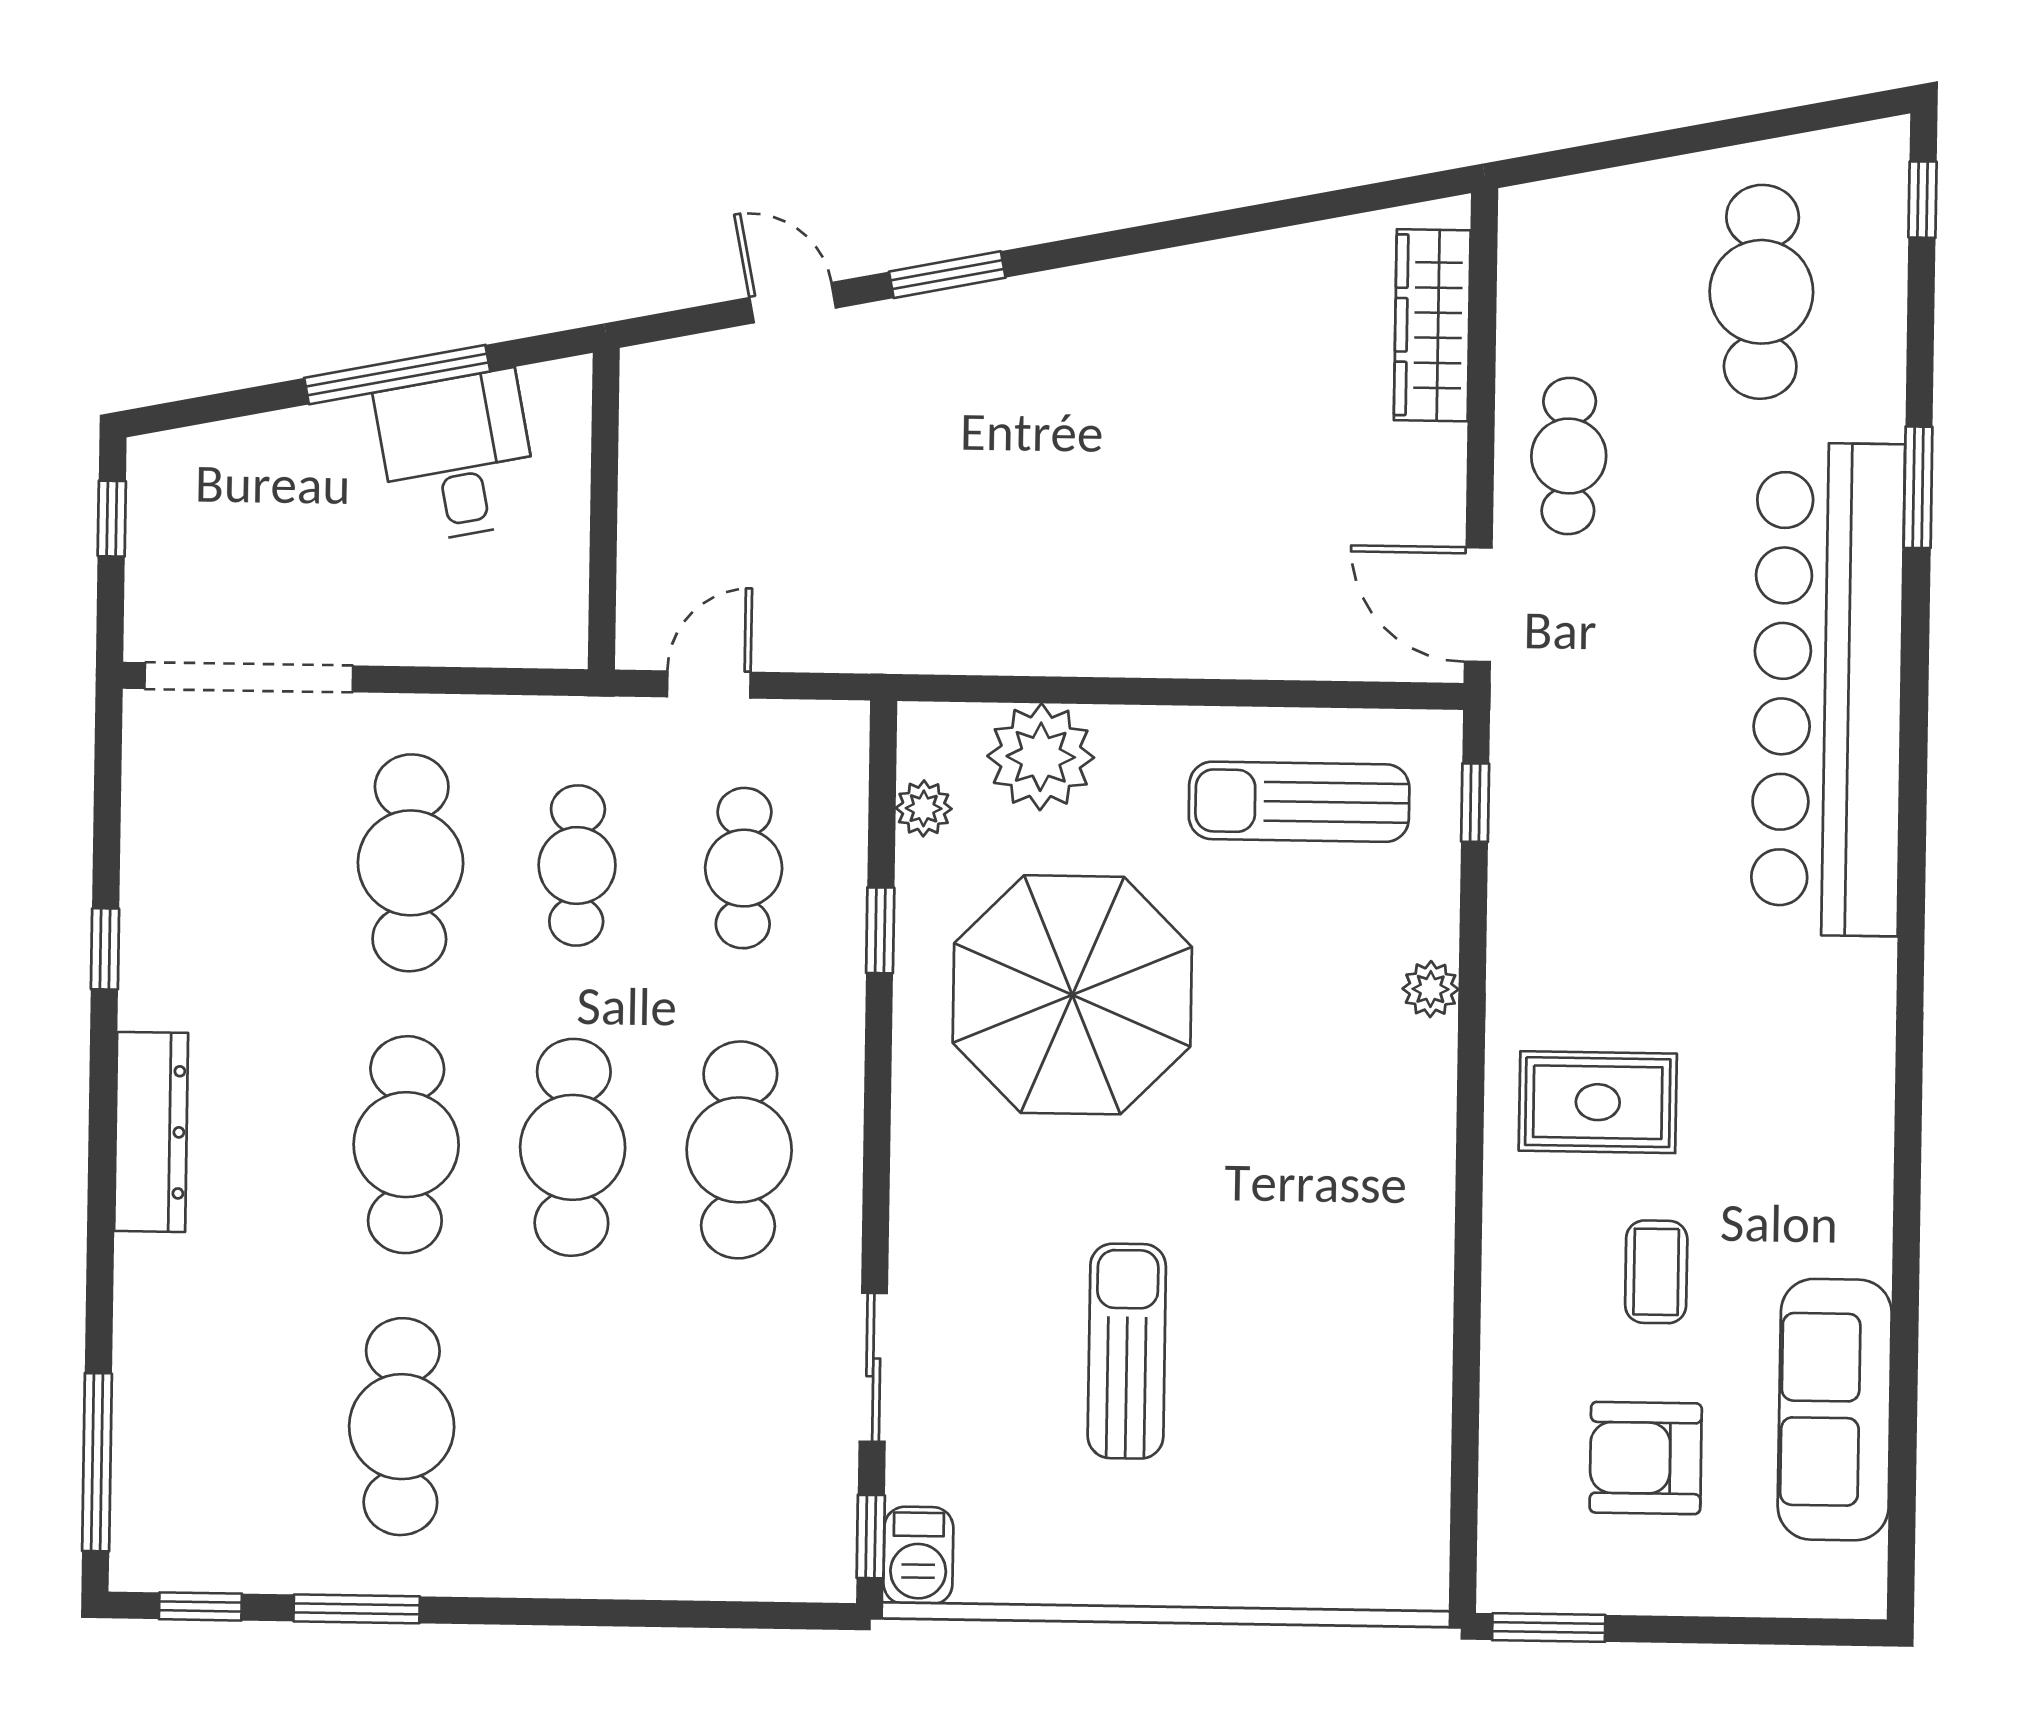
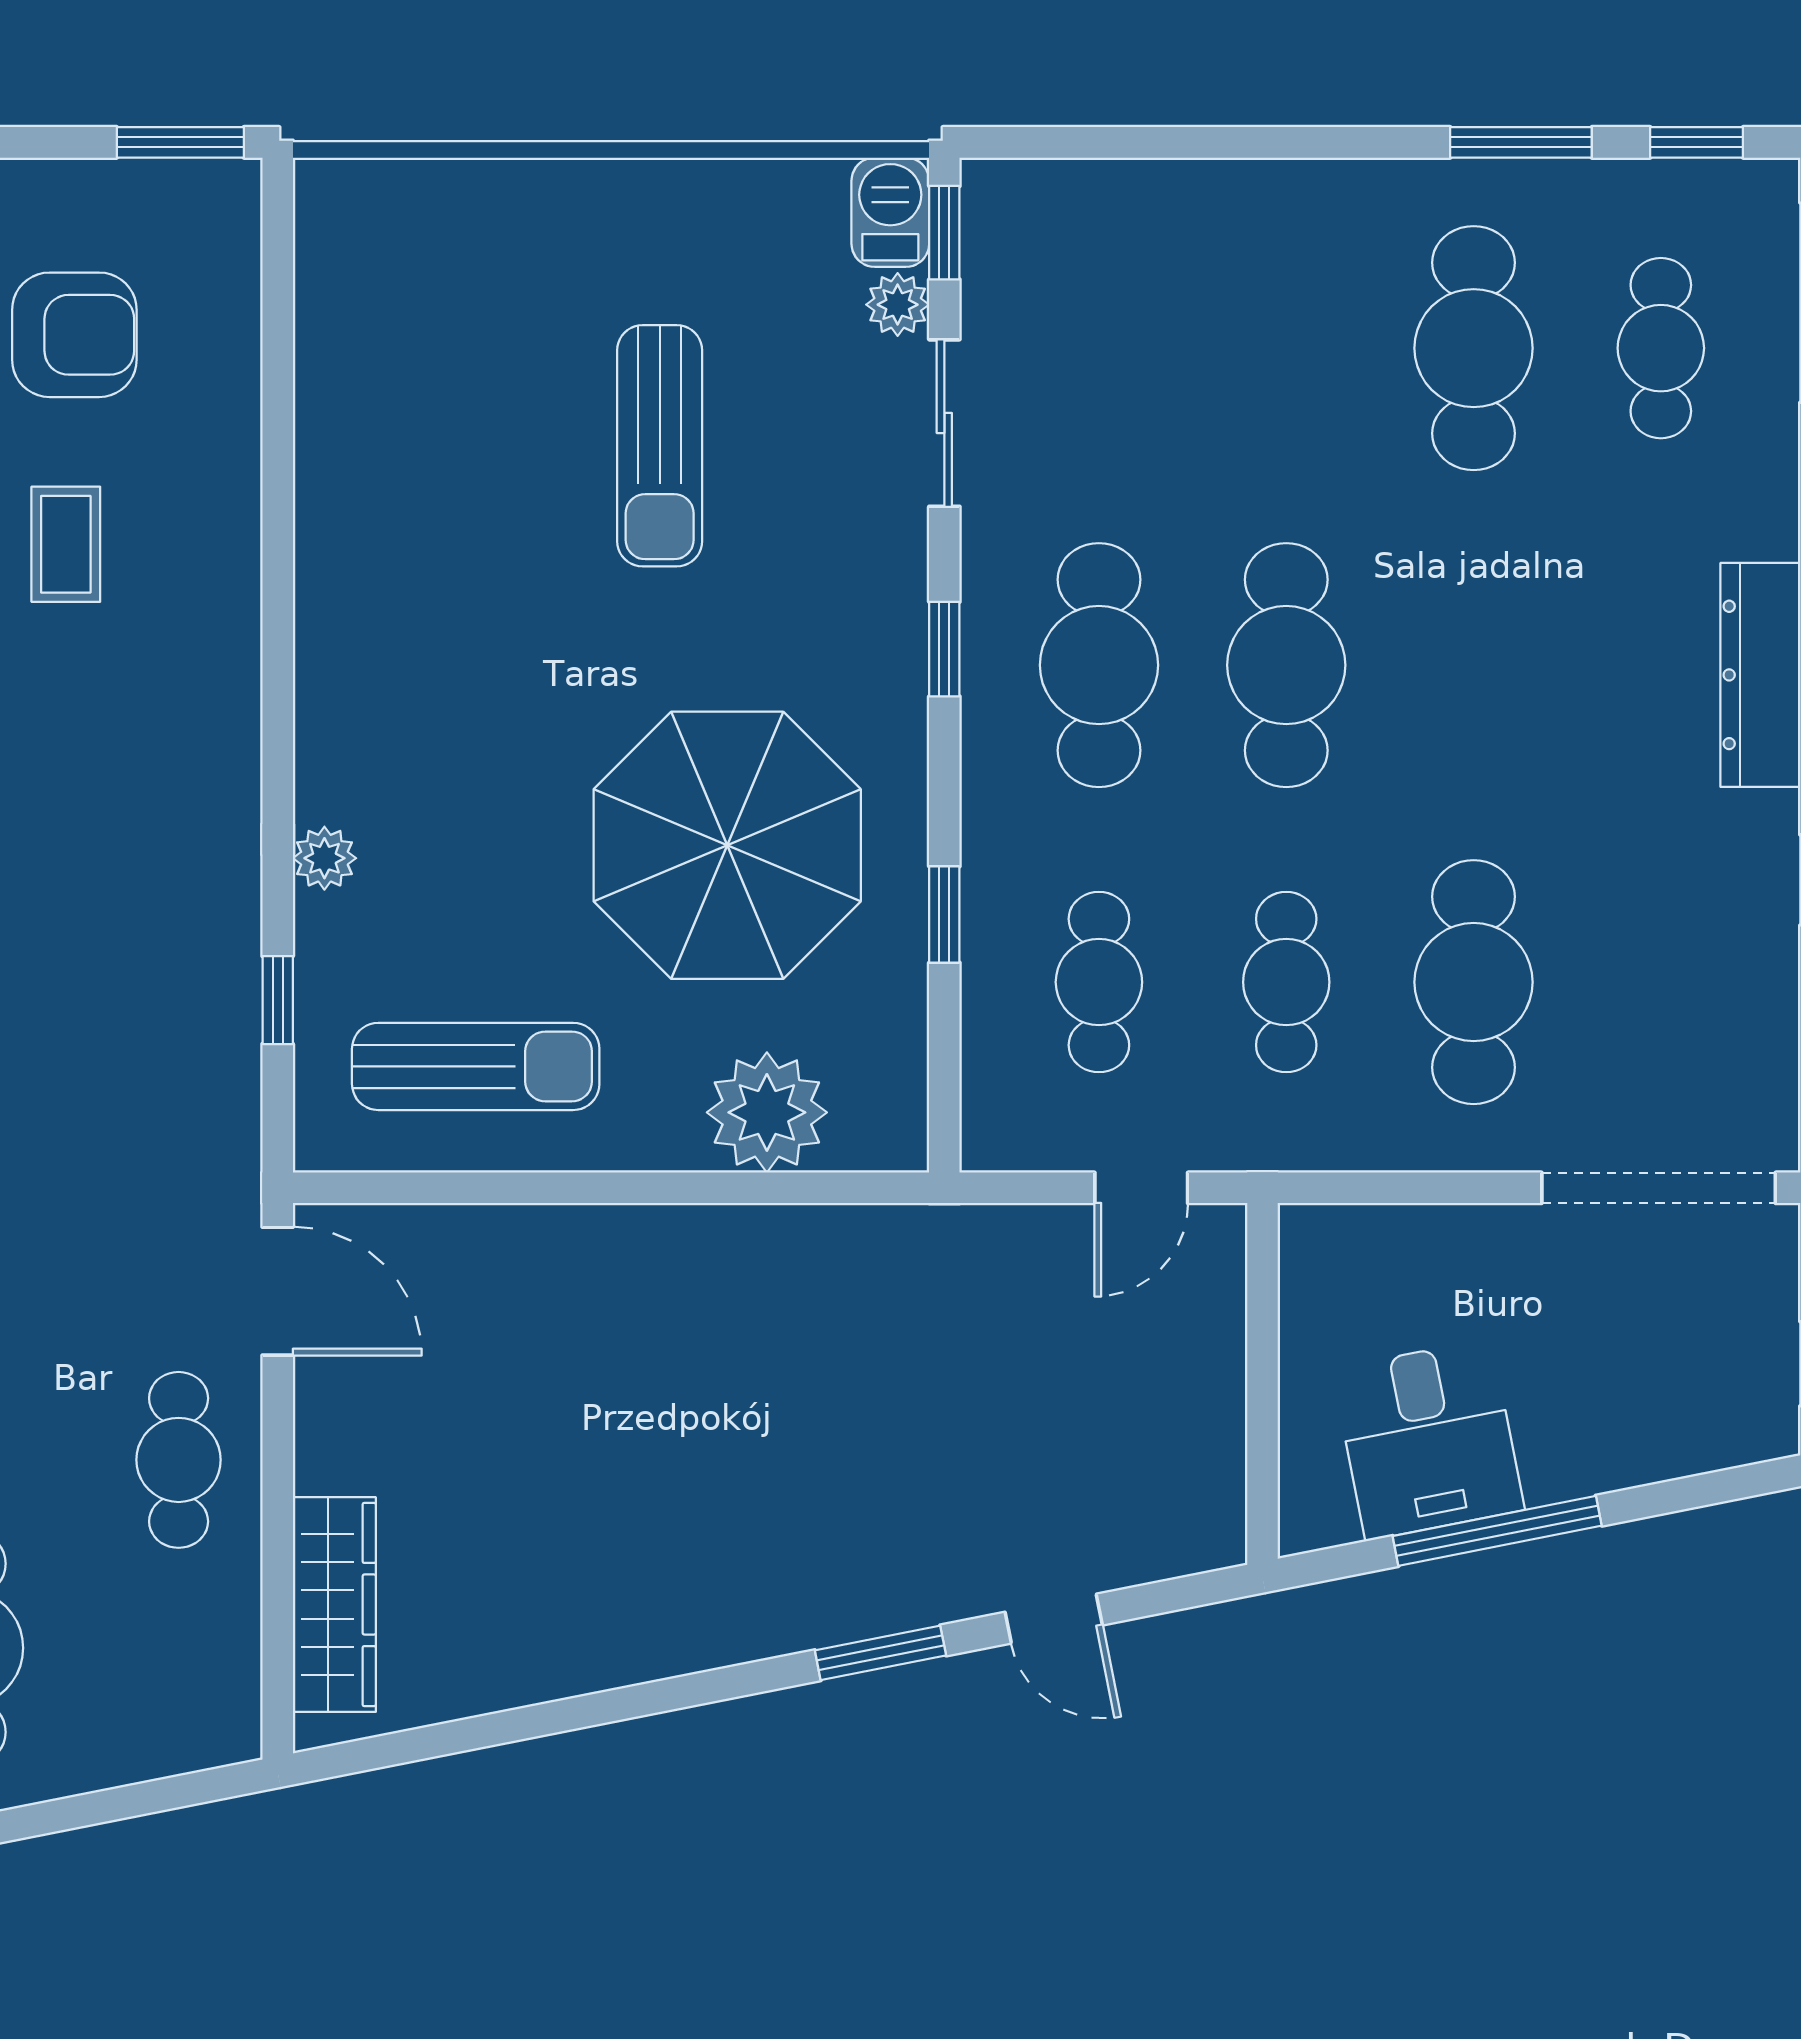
window: (1475, 803) -> (278, 1000), moved
plant: (924, 808) -> (898, 305), moved
rug: (1598, 1102) -> (134, 734), removed
cafe table: (406, 1145) -> (1661, 348), moved, width x0.73, depth x0.74
window: (876, 1166) -> (944, 649), added

